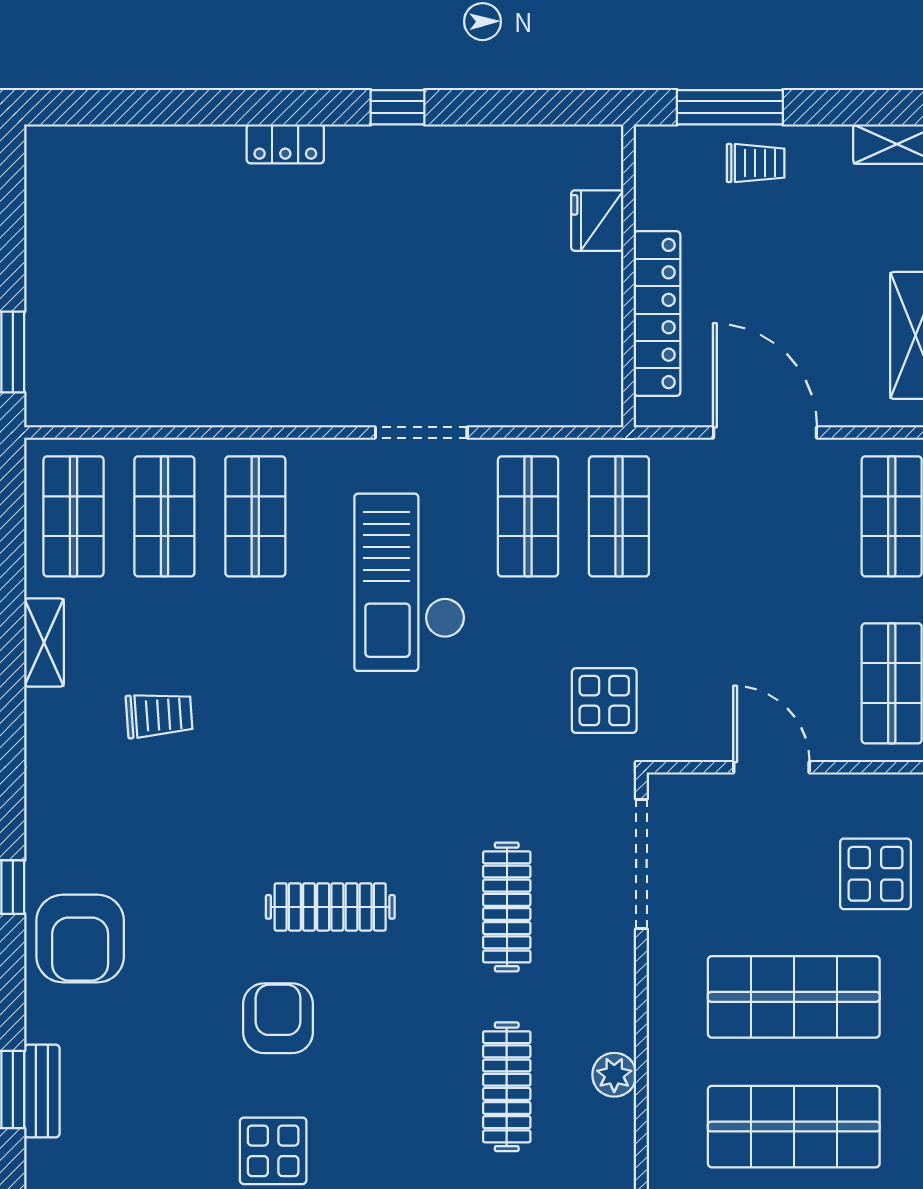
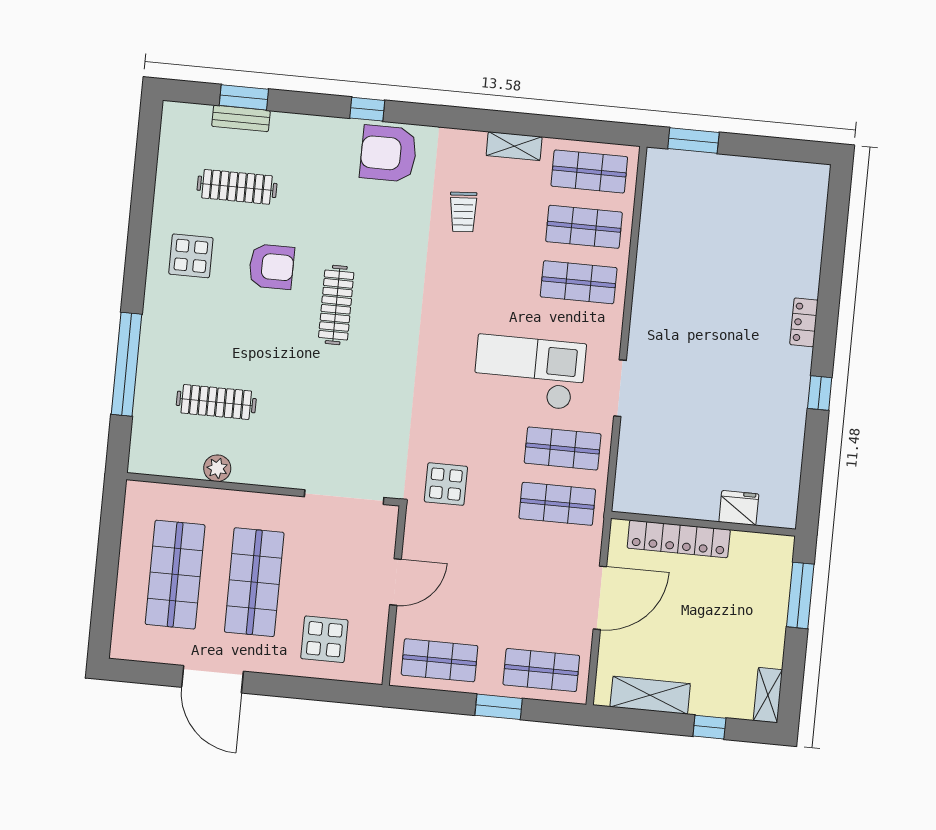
trolley: (756, 163) -> (765, 608), removed
clothes rail: (507, 907) -> (237, 187), moved
armchair: (80, 939) -> (388, 154), moved

